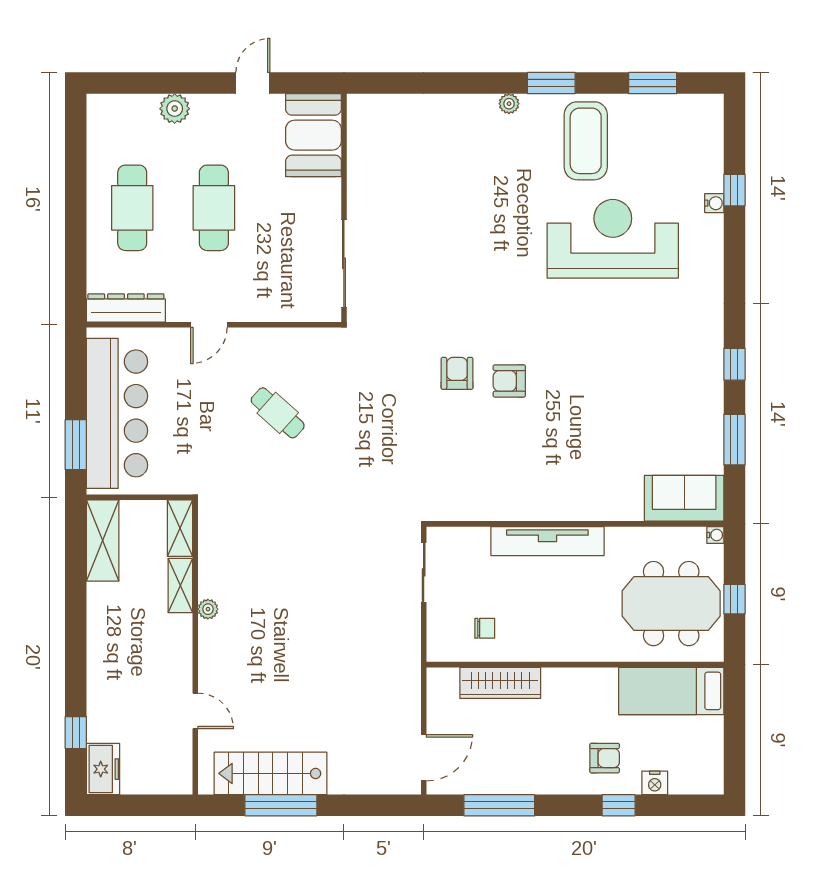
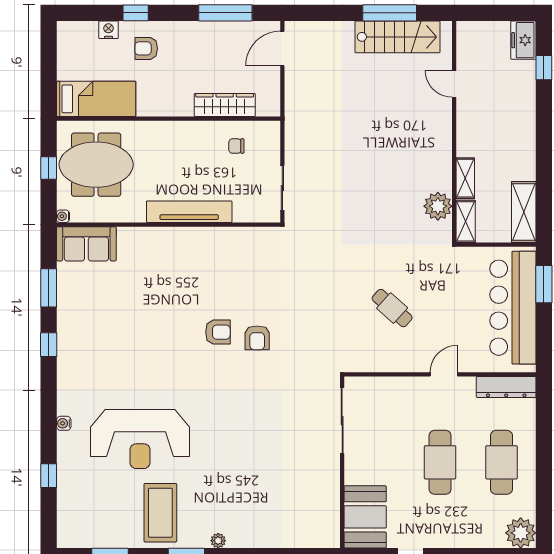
plant: (175, 109) -> (521, 533), moved, width x1.36, depth x1.36
water cooler: (714, 203) -> (64, 423), moved
plant: (208, 609) -> (438, 206), moved, width x1.88, depth x1.88

